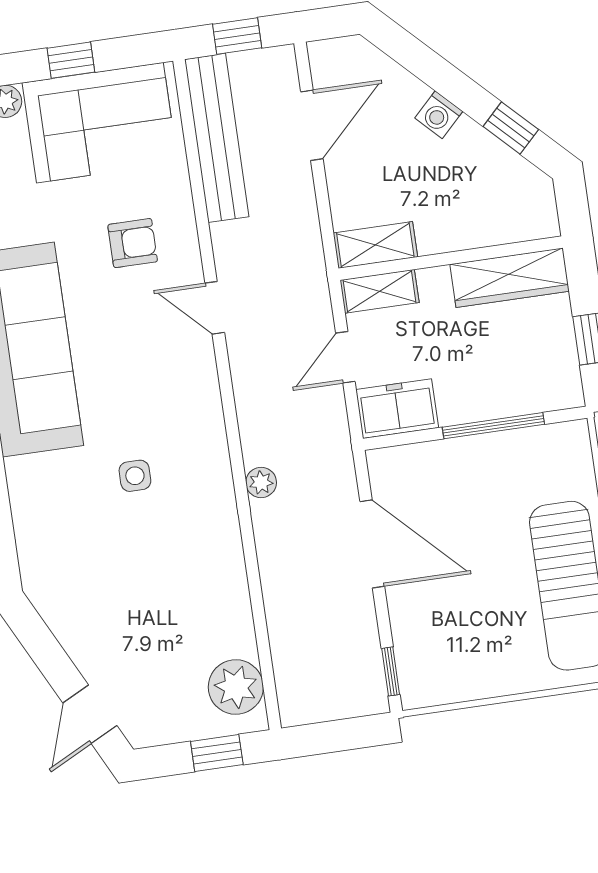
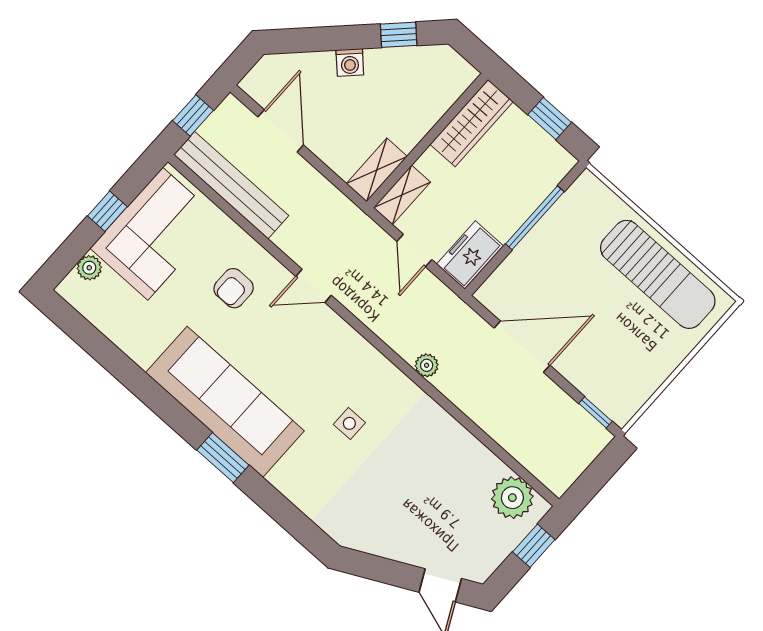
armchair: (133, 243) -> (234, 288), turned 180

